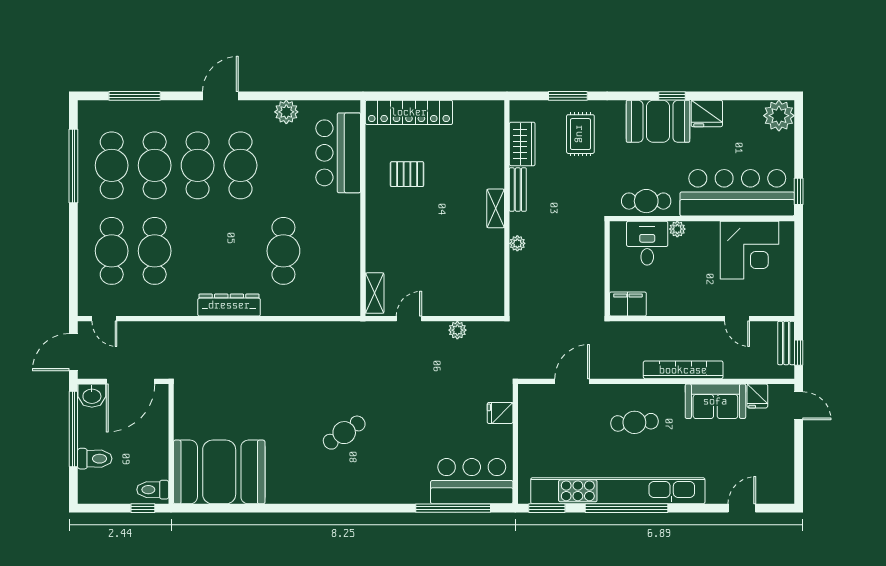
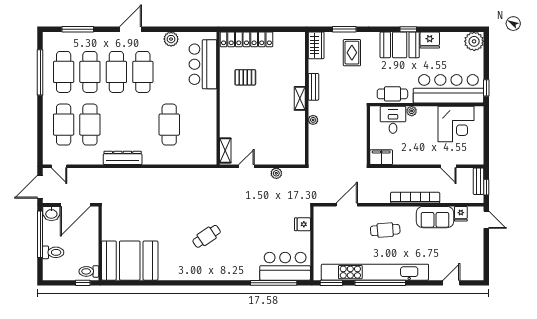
wardrobe: (522, 144) -> (316, 45), moved
dresser: (229, 305) -> (123, 158), moved

